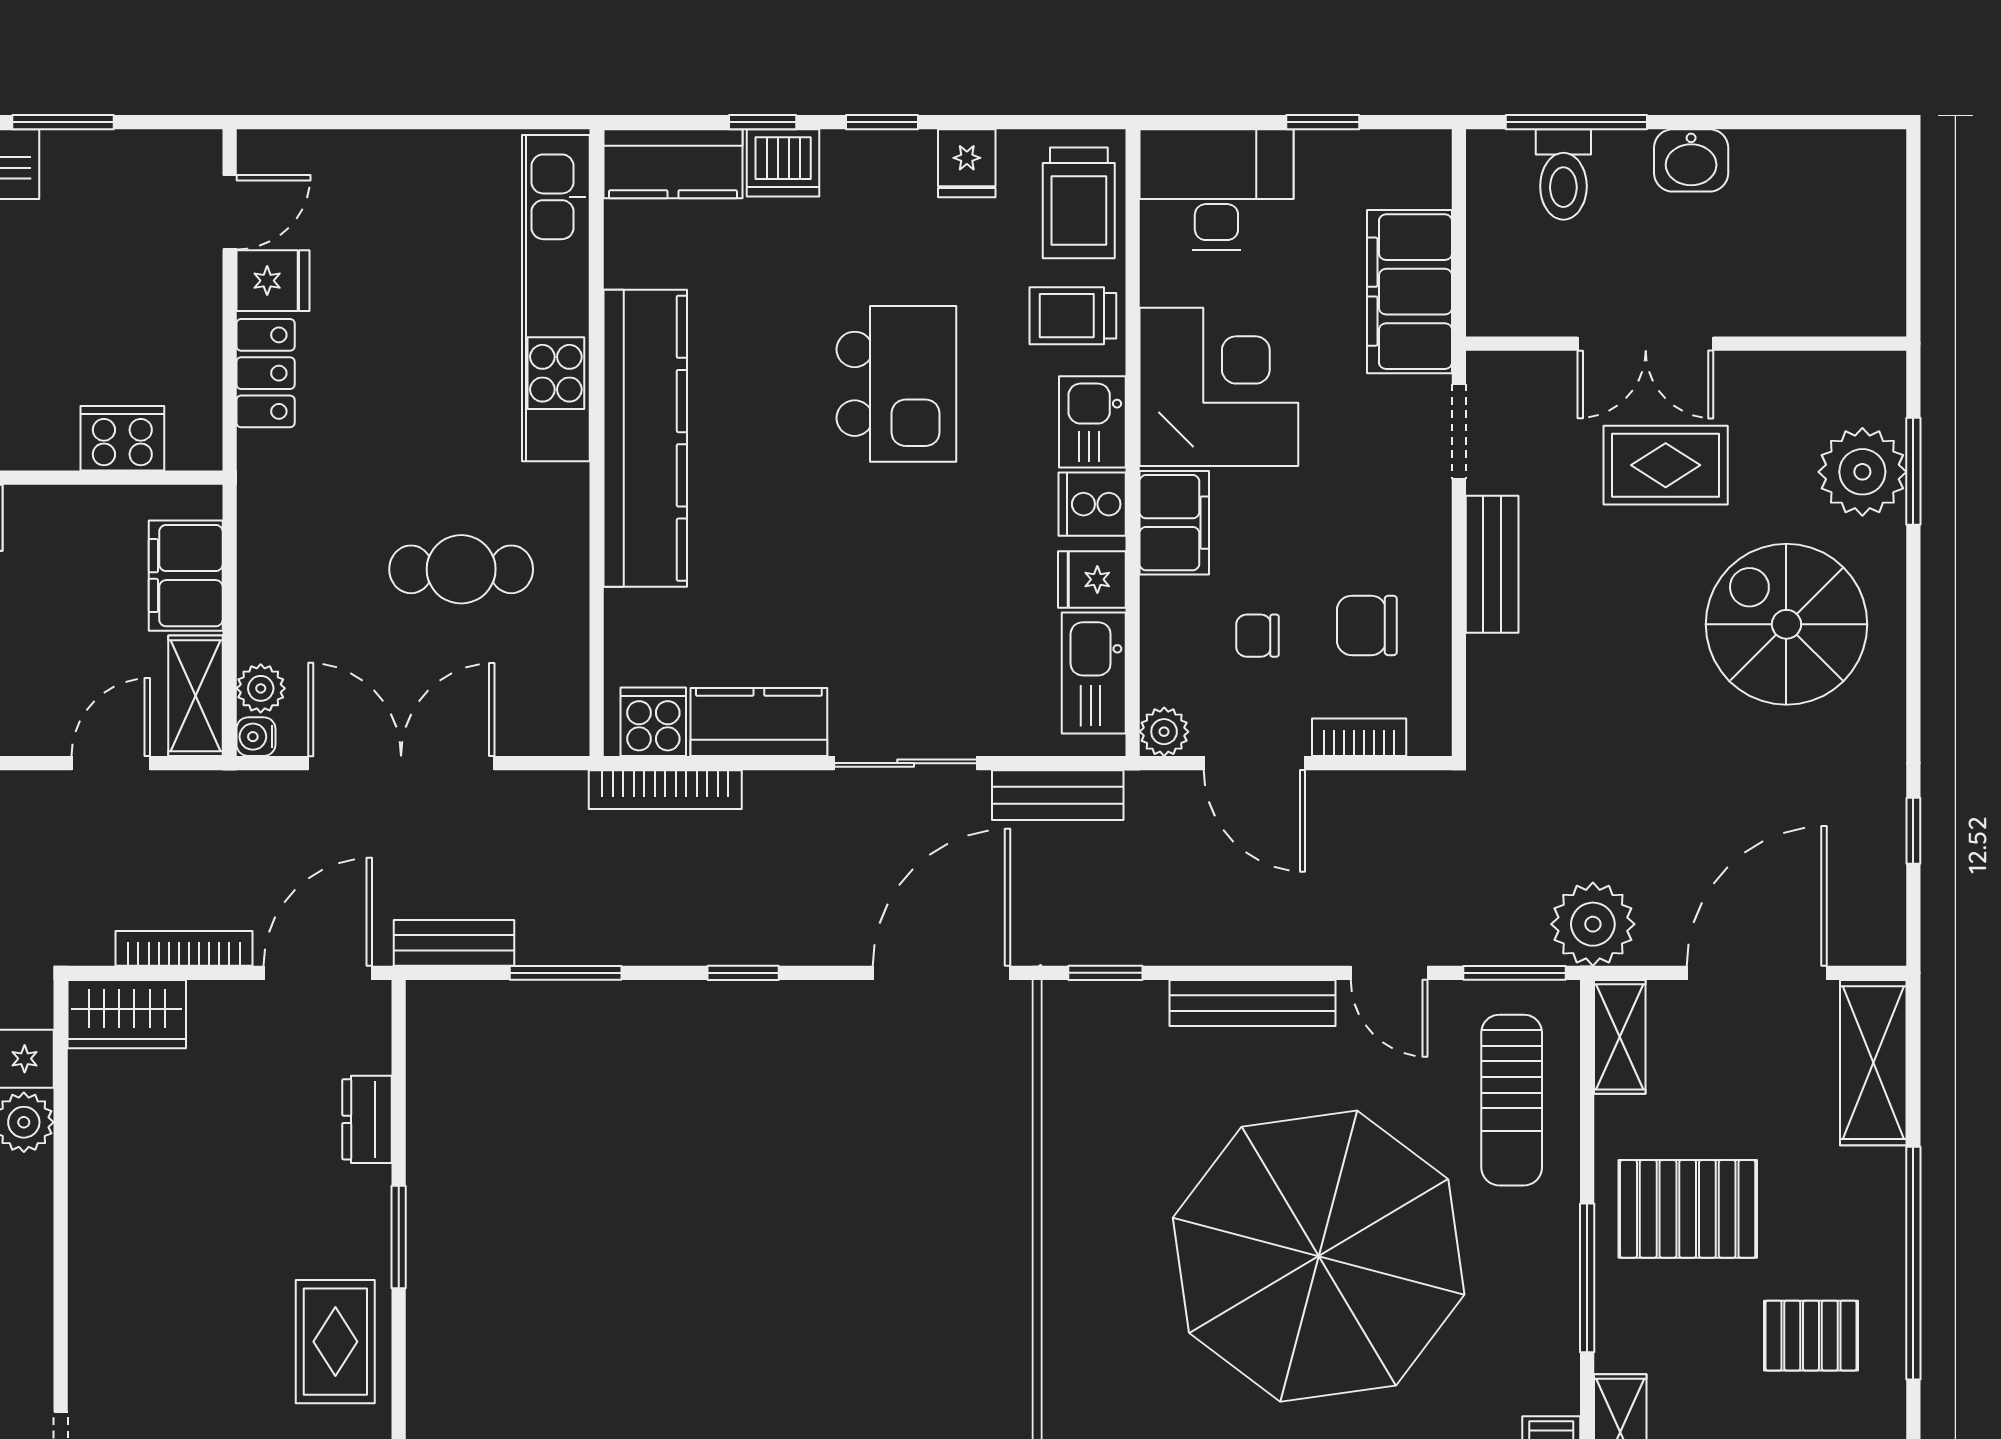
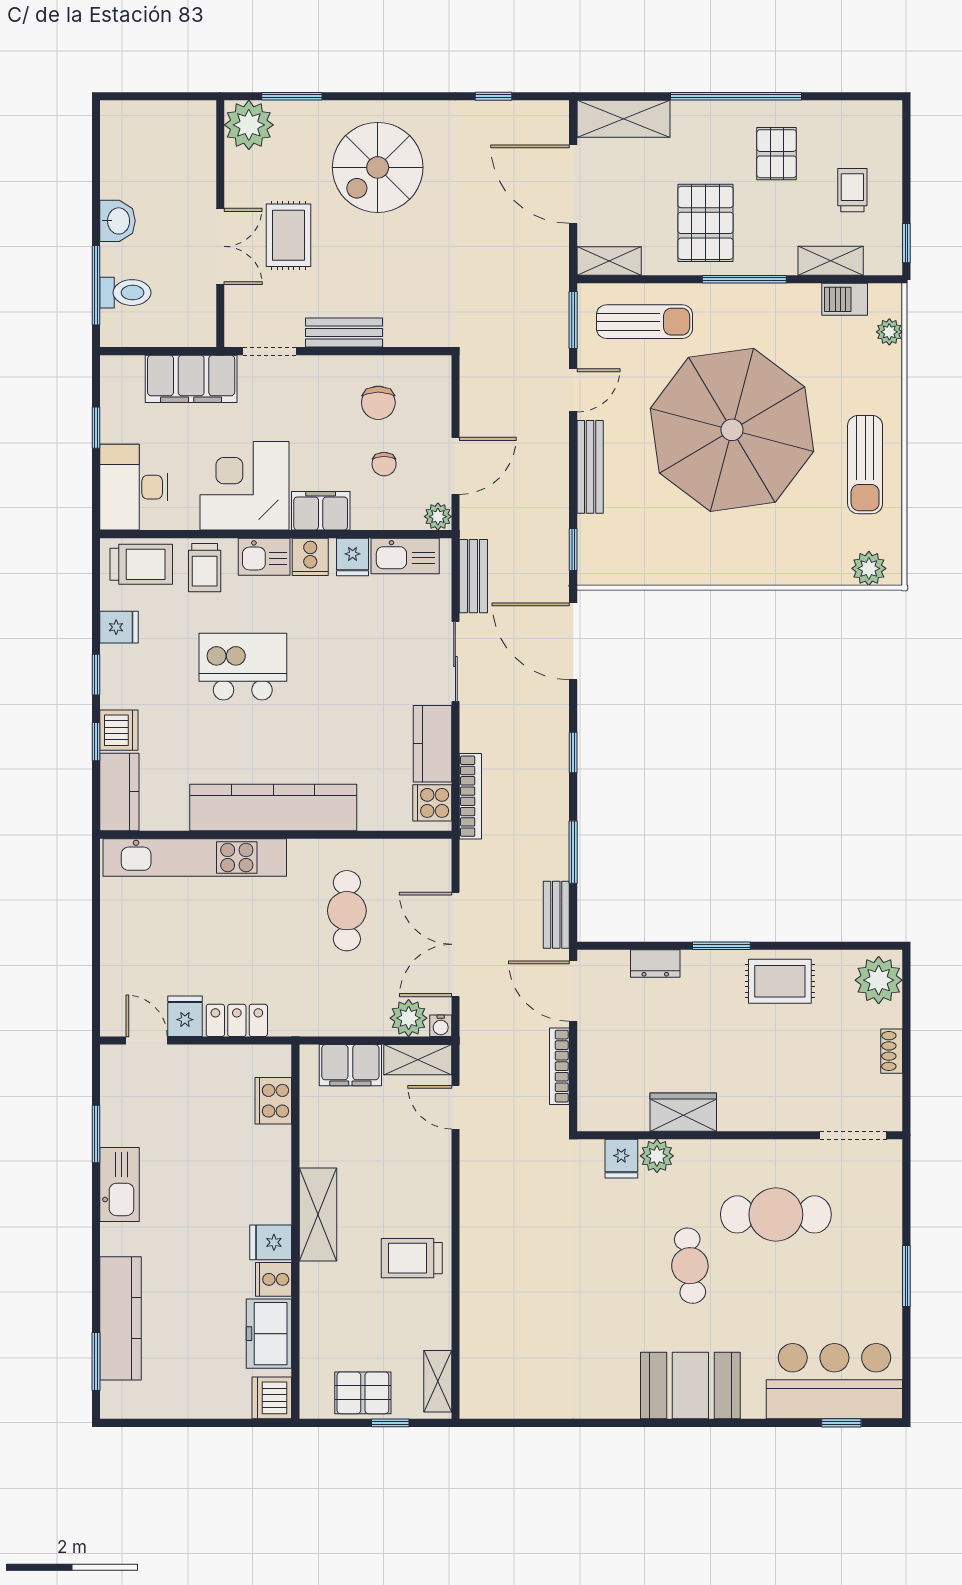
plant: (1862, 472) -> (249, 125), moved
plant: (261, 688) -> (409, 1018), width x1.38, depth x1.38
bookcase: (1359, 737) -> (441, 407), removed
plant: (1593, 924) -> (546, 276), removed
wardrobe: (127, 1014) -> (683, 1112), moved, turned -90

